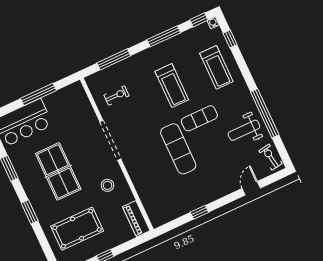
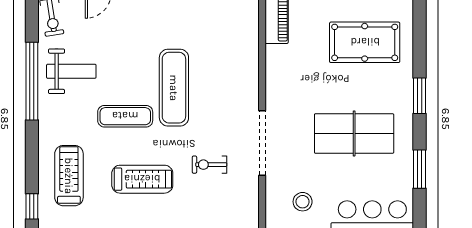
treadmill: (172, 86) -> (142, 179), turned 90
exercise bike: (116, 95) -> (210, 165), moved
table tennis table: (58, 171) -> (354, 133), turned 90
stool: (107, 185) -> (303, 202), moved

